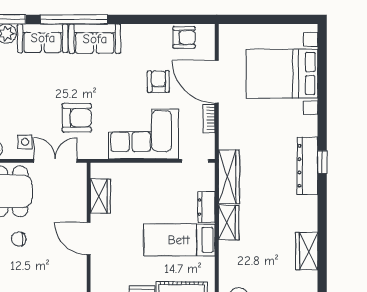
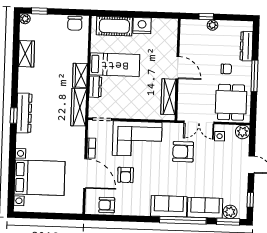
wardrobe: (100, 196) -> (168, 97), width x1.50

